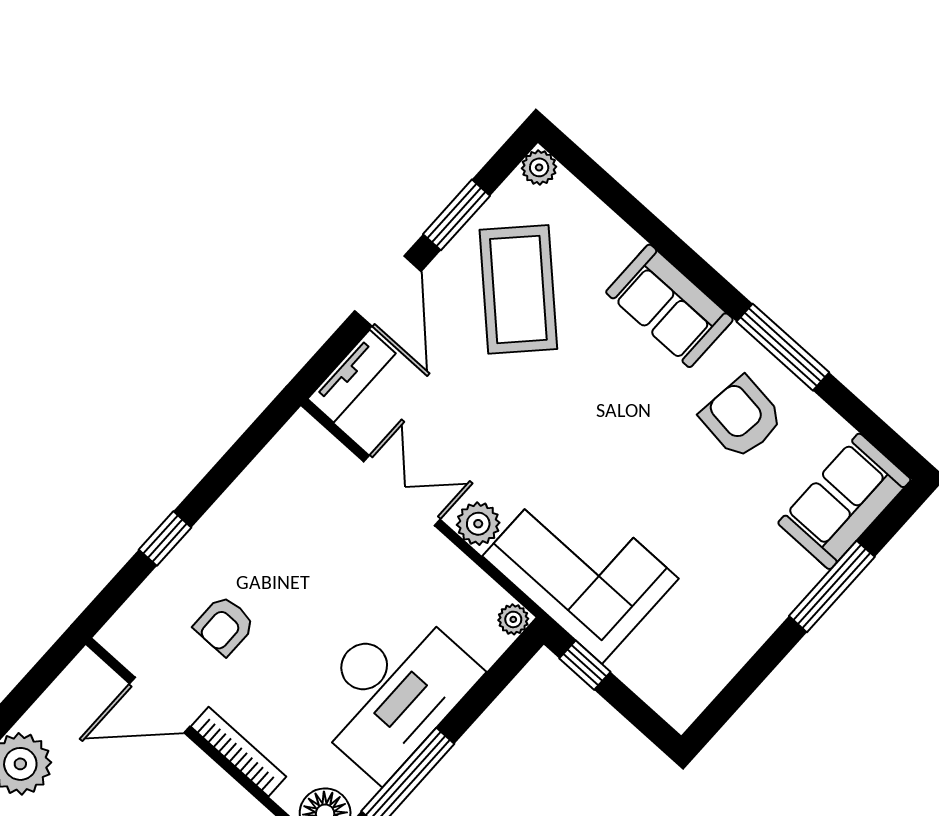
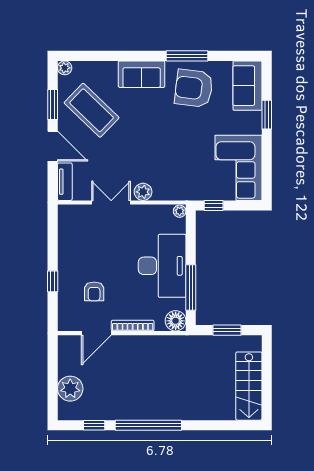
armchair: (742, 418) -> (194, 88), width x1.36, depth x1.36
corner sofa: (581, 567) -> (238, 168), moved, turned -90
window: (832, 586) -> (267, 115), width x0.69

